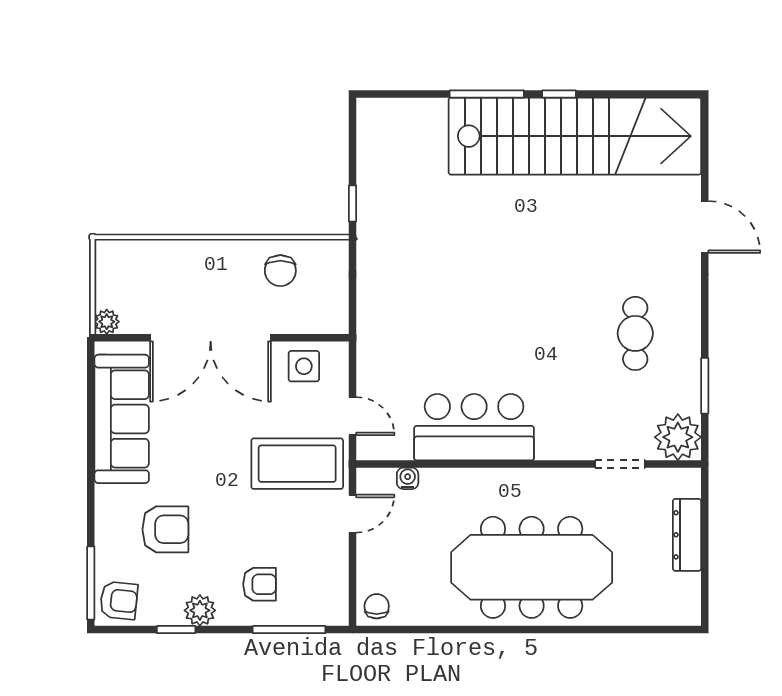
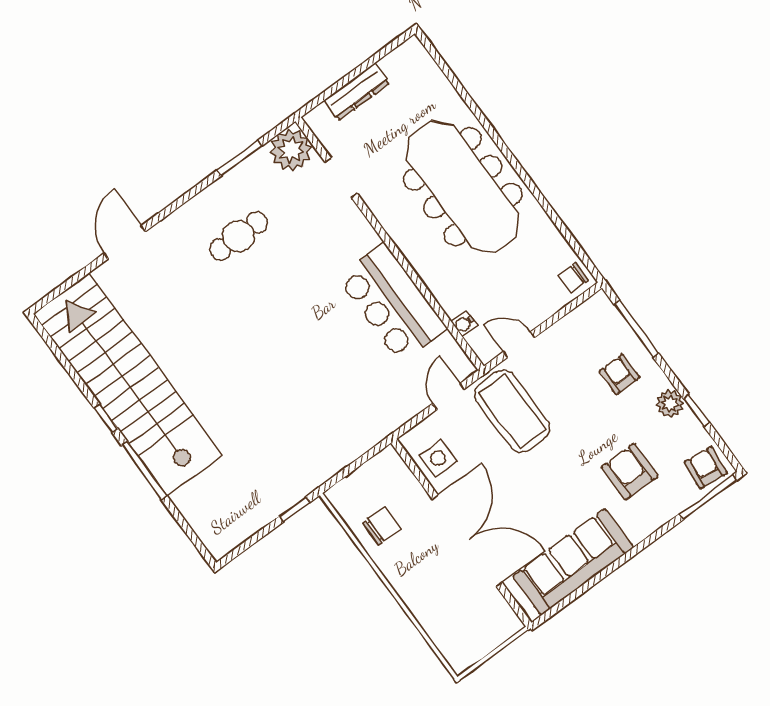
plant: (107, 322) -> (511, 624), removed

